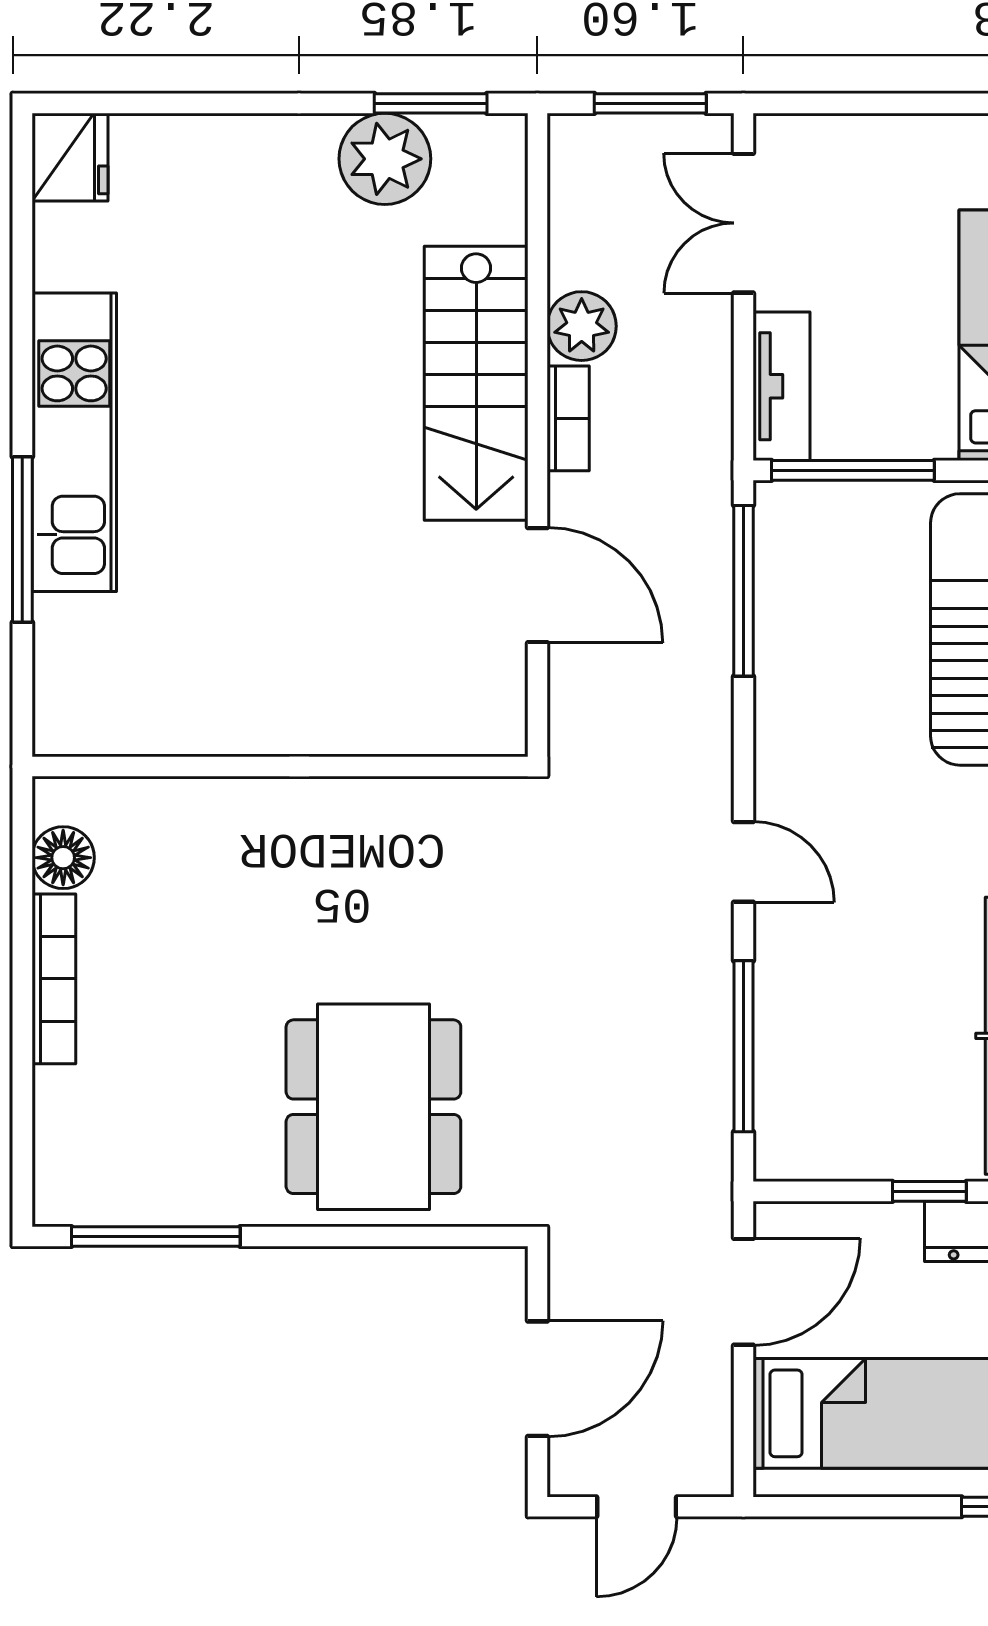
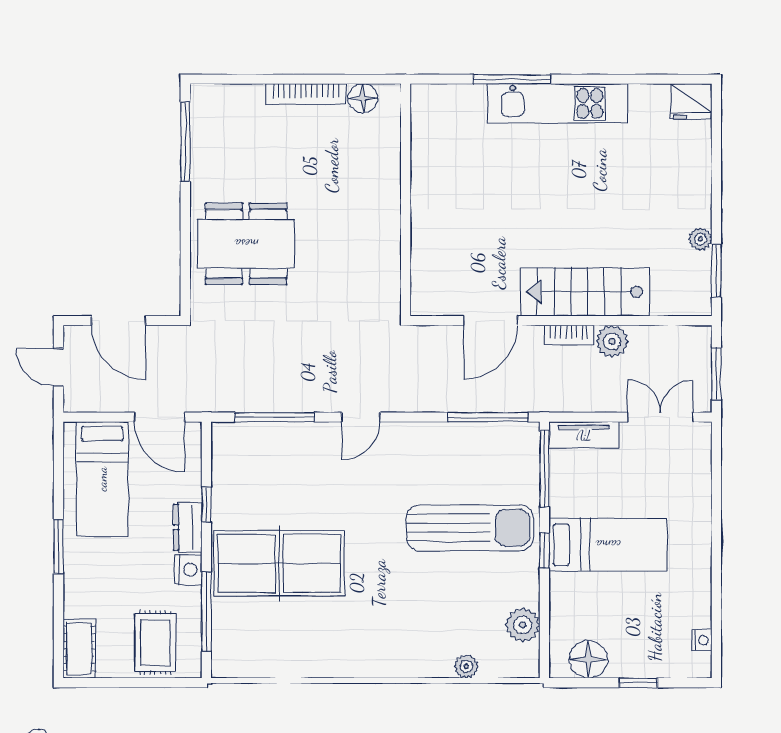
plant: (385, 159) -> (700, 239), width x0.53, depth x0.53

